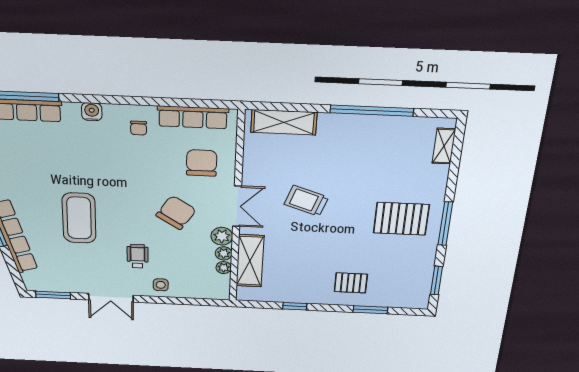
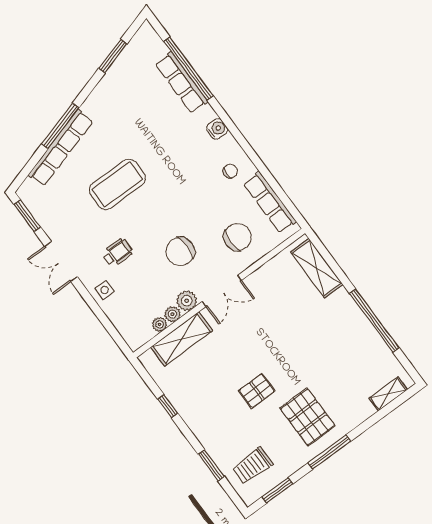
chair: (139, 128) -> (230, 171), turned 180
trolley: (306, 201) -> (253, 466), moved, turned -109
chair: (176, 213) -> (180, 251), turned 147
pallet: (351, 283) -> (257, 391), moved, turned 90

